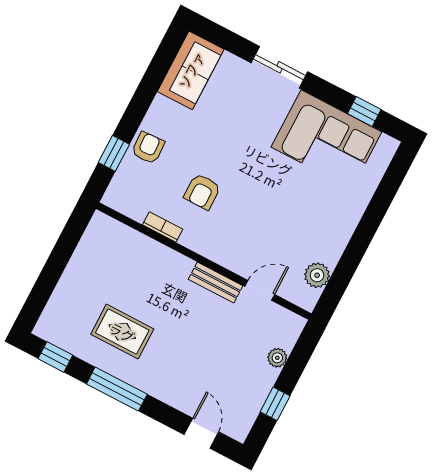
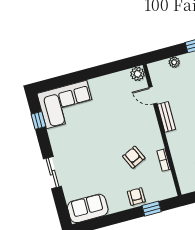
corner sofa: (326, 139) -> (67, 105), moved, turned 90
armchair: (148, 148) -> (136, 197), turned 93
armchair: (202, 192) -> (134, 157), turned -115
plant: (317, 275) -> (138, 74), moved

